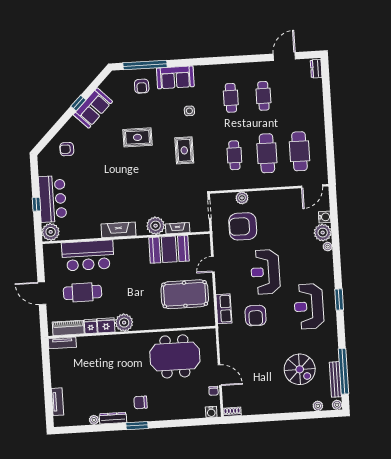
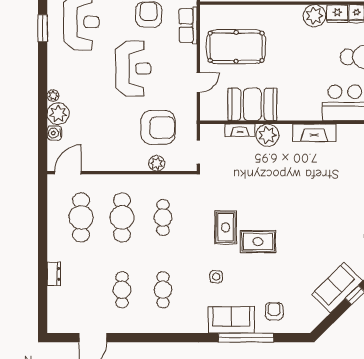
window: (145, 65) -> (246, 338), moved
dresser: (316, 69) -> (54, 274), moved
rug: (138, 137) -> (258, 242), moved

